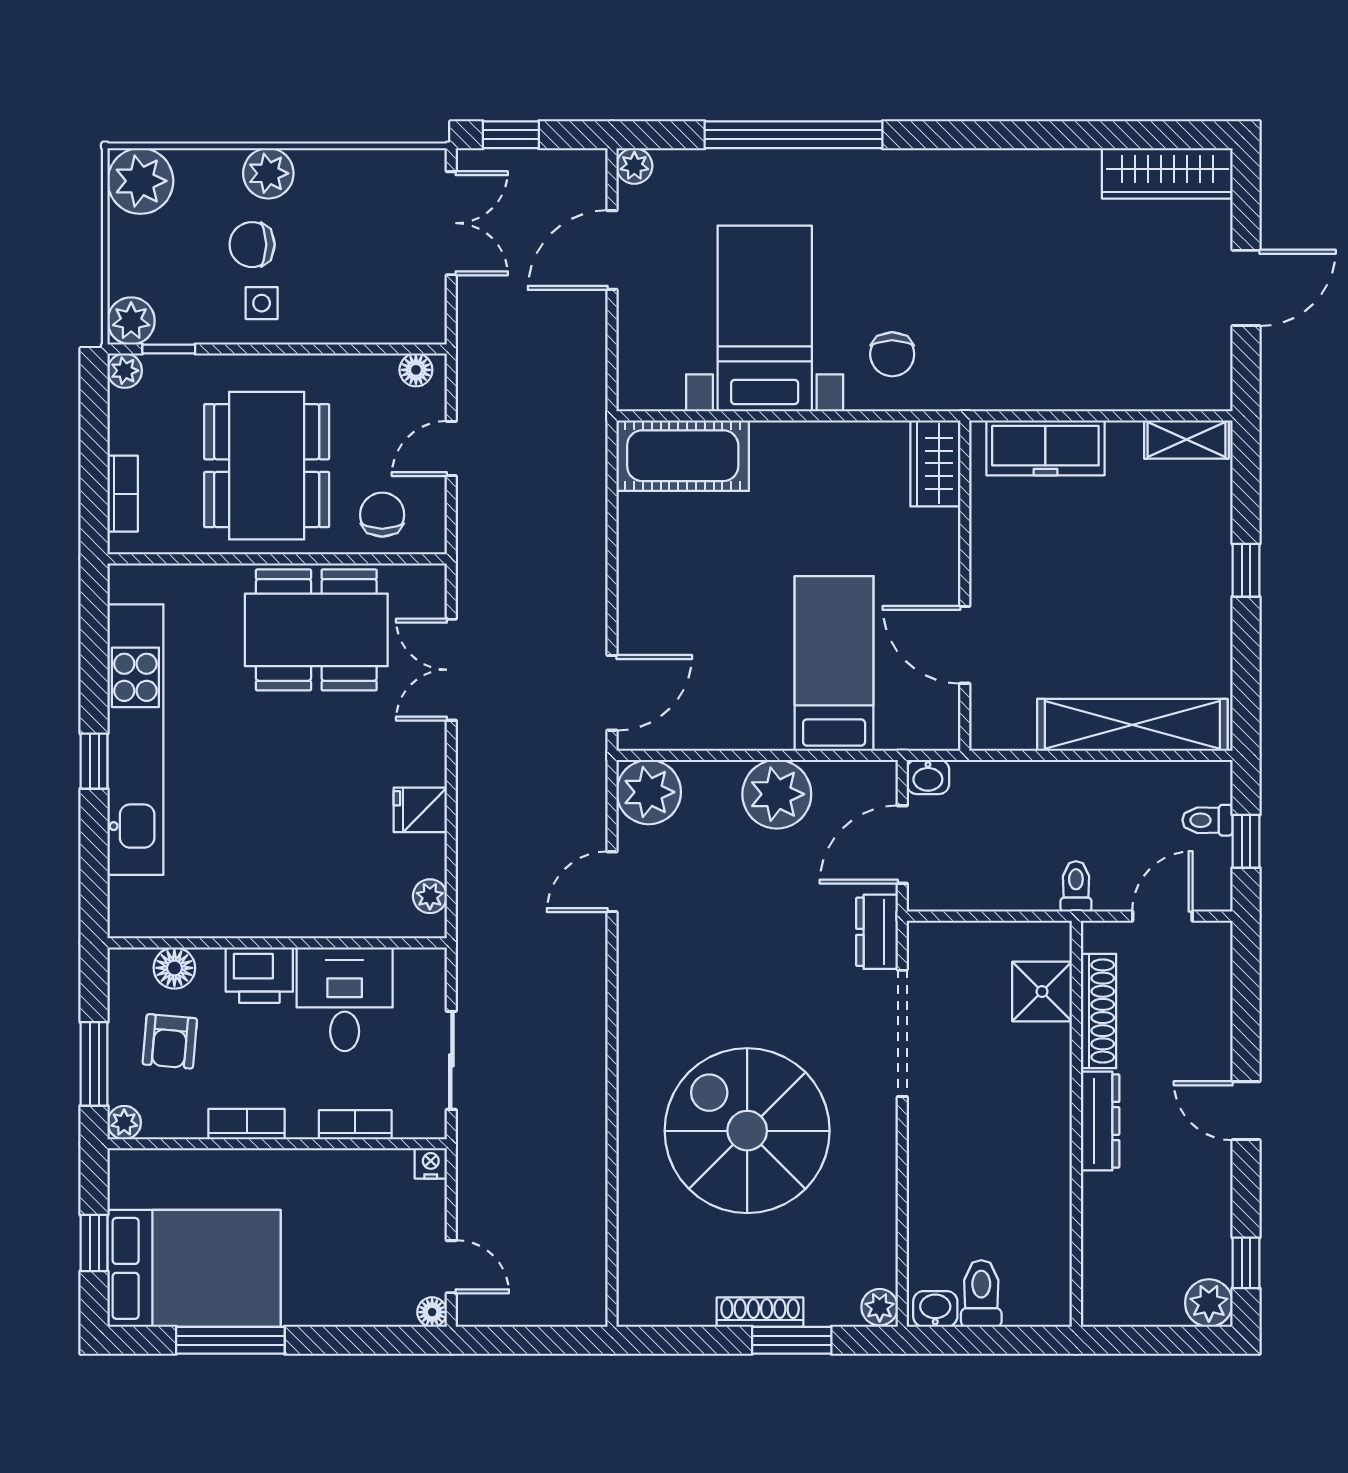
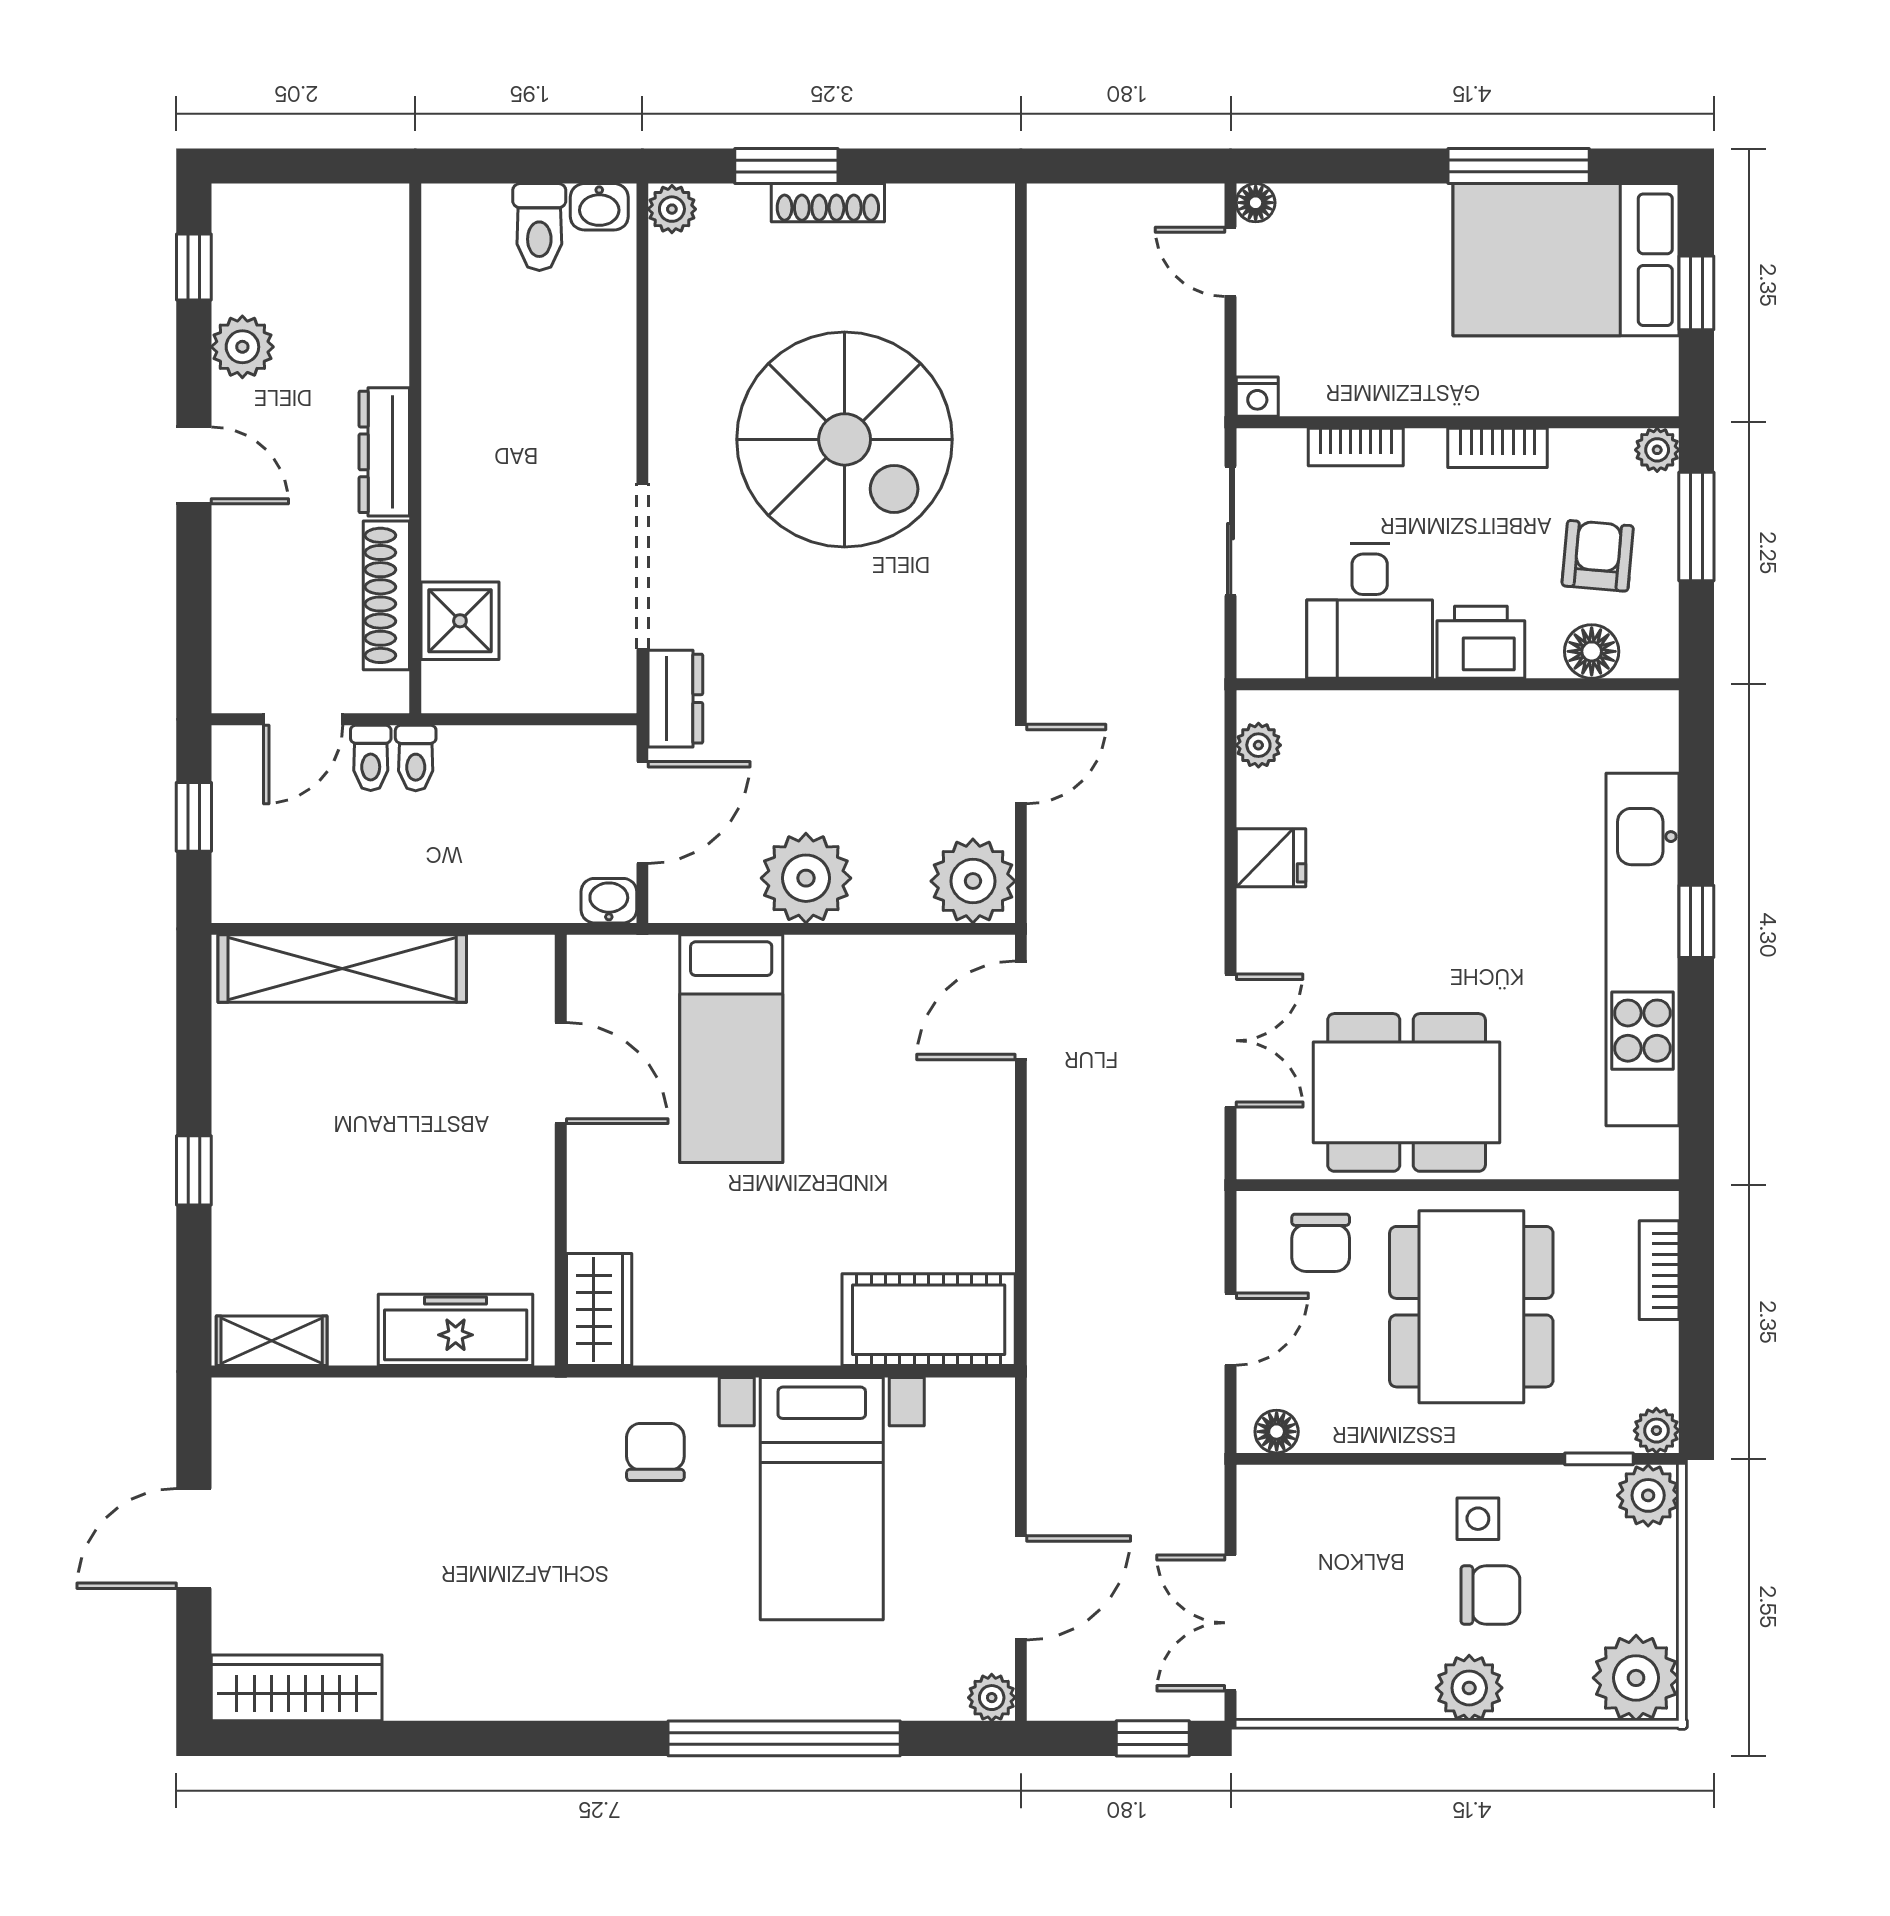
toilet: (1208, 820) -> (371, 758), moved, turned 90
plant: (1209, 1303) -> (242, 347), moved

